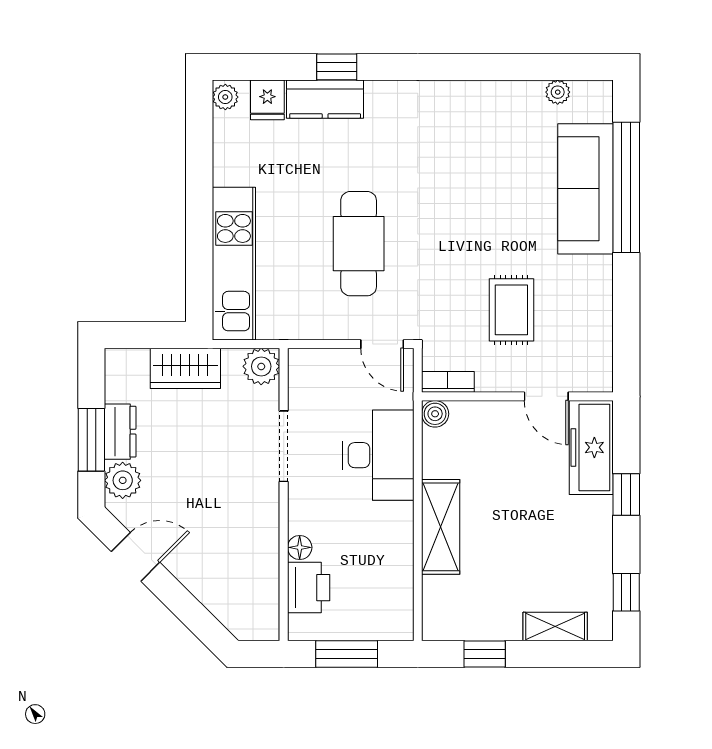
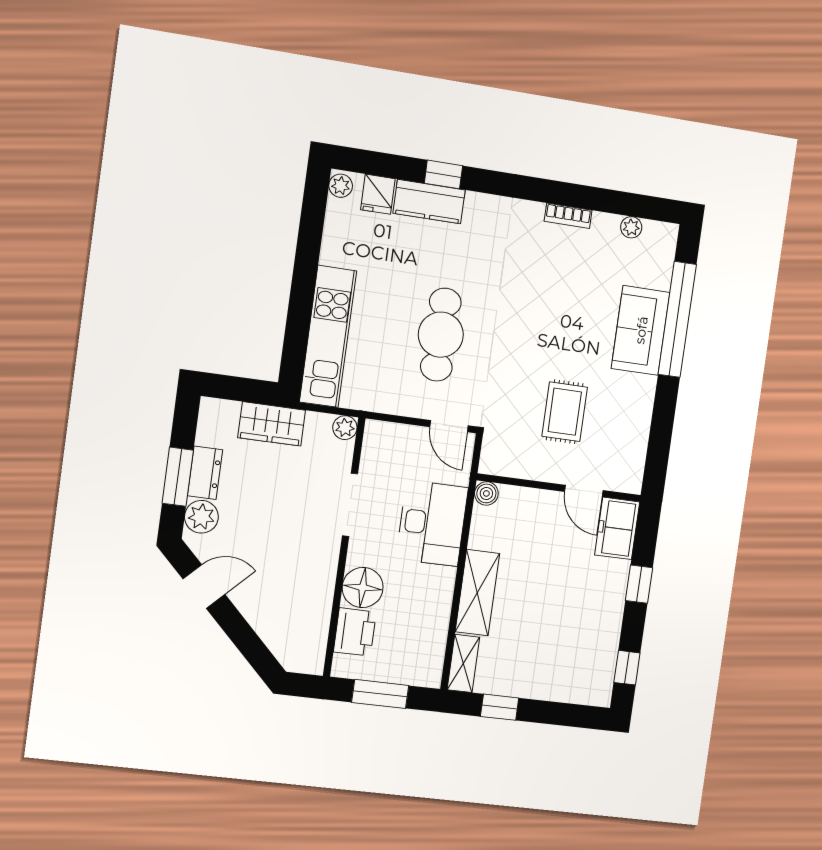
sofa: (586, 189) -> (641, 330), width x0.73
plant: (261, 366) -> (345, 428), width x0.73, depth x0.73
bookcase: (448, 382) -> (568, 216), moved, turned 180
freezer: (591, 447) -> (617, 528), width x0.71
floor lamp: (300, 547) -> (363, 588), width x1.89, depth x1.89
shelving: (555, 627) -> (463, 663), moved, turned 90

